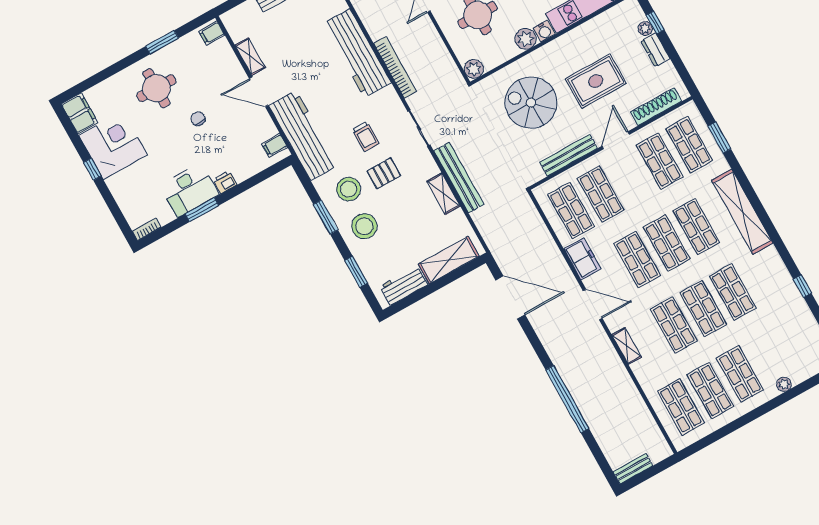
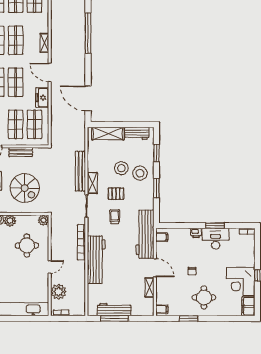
bench: (569, 155) -> (21, 152), width x0.73
stool: (349, 189) -> (121, 168), moved
shelving: (443, 194) -> (92, 183), moved

